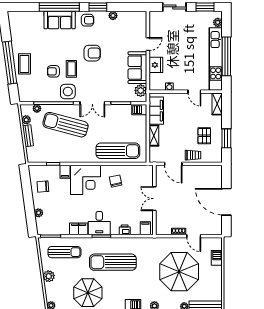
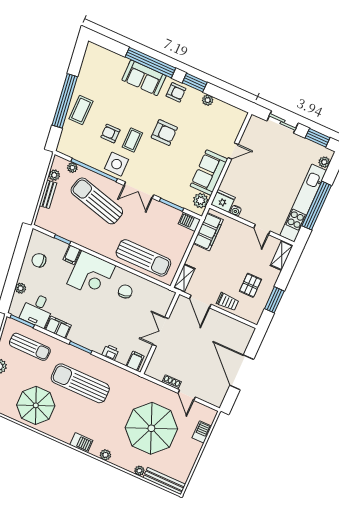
fridge: (156, 65) -> (223, 201), moved, turned -90
shelving: (154, 136) -> (184, 278), moved
desk: (99, 223) -> (37, 310), moved

